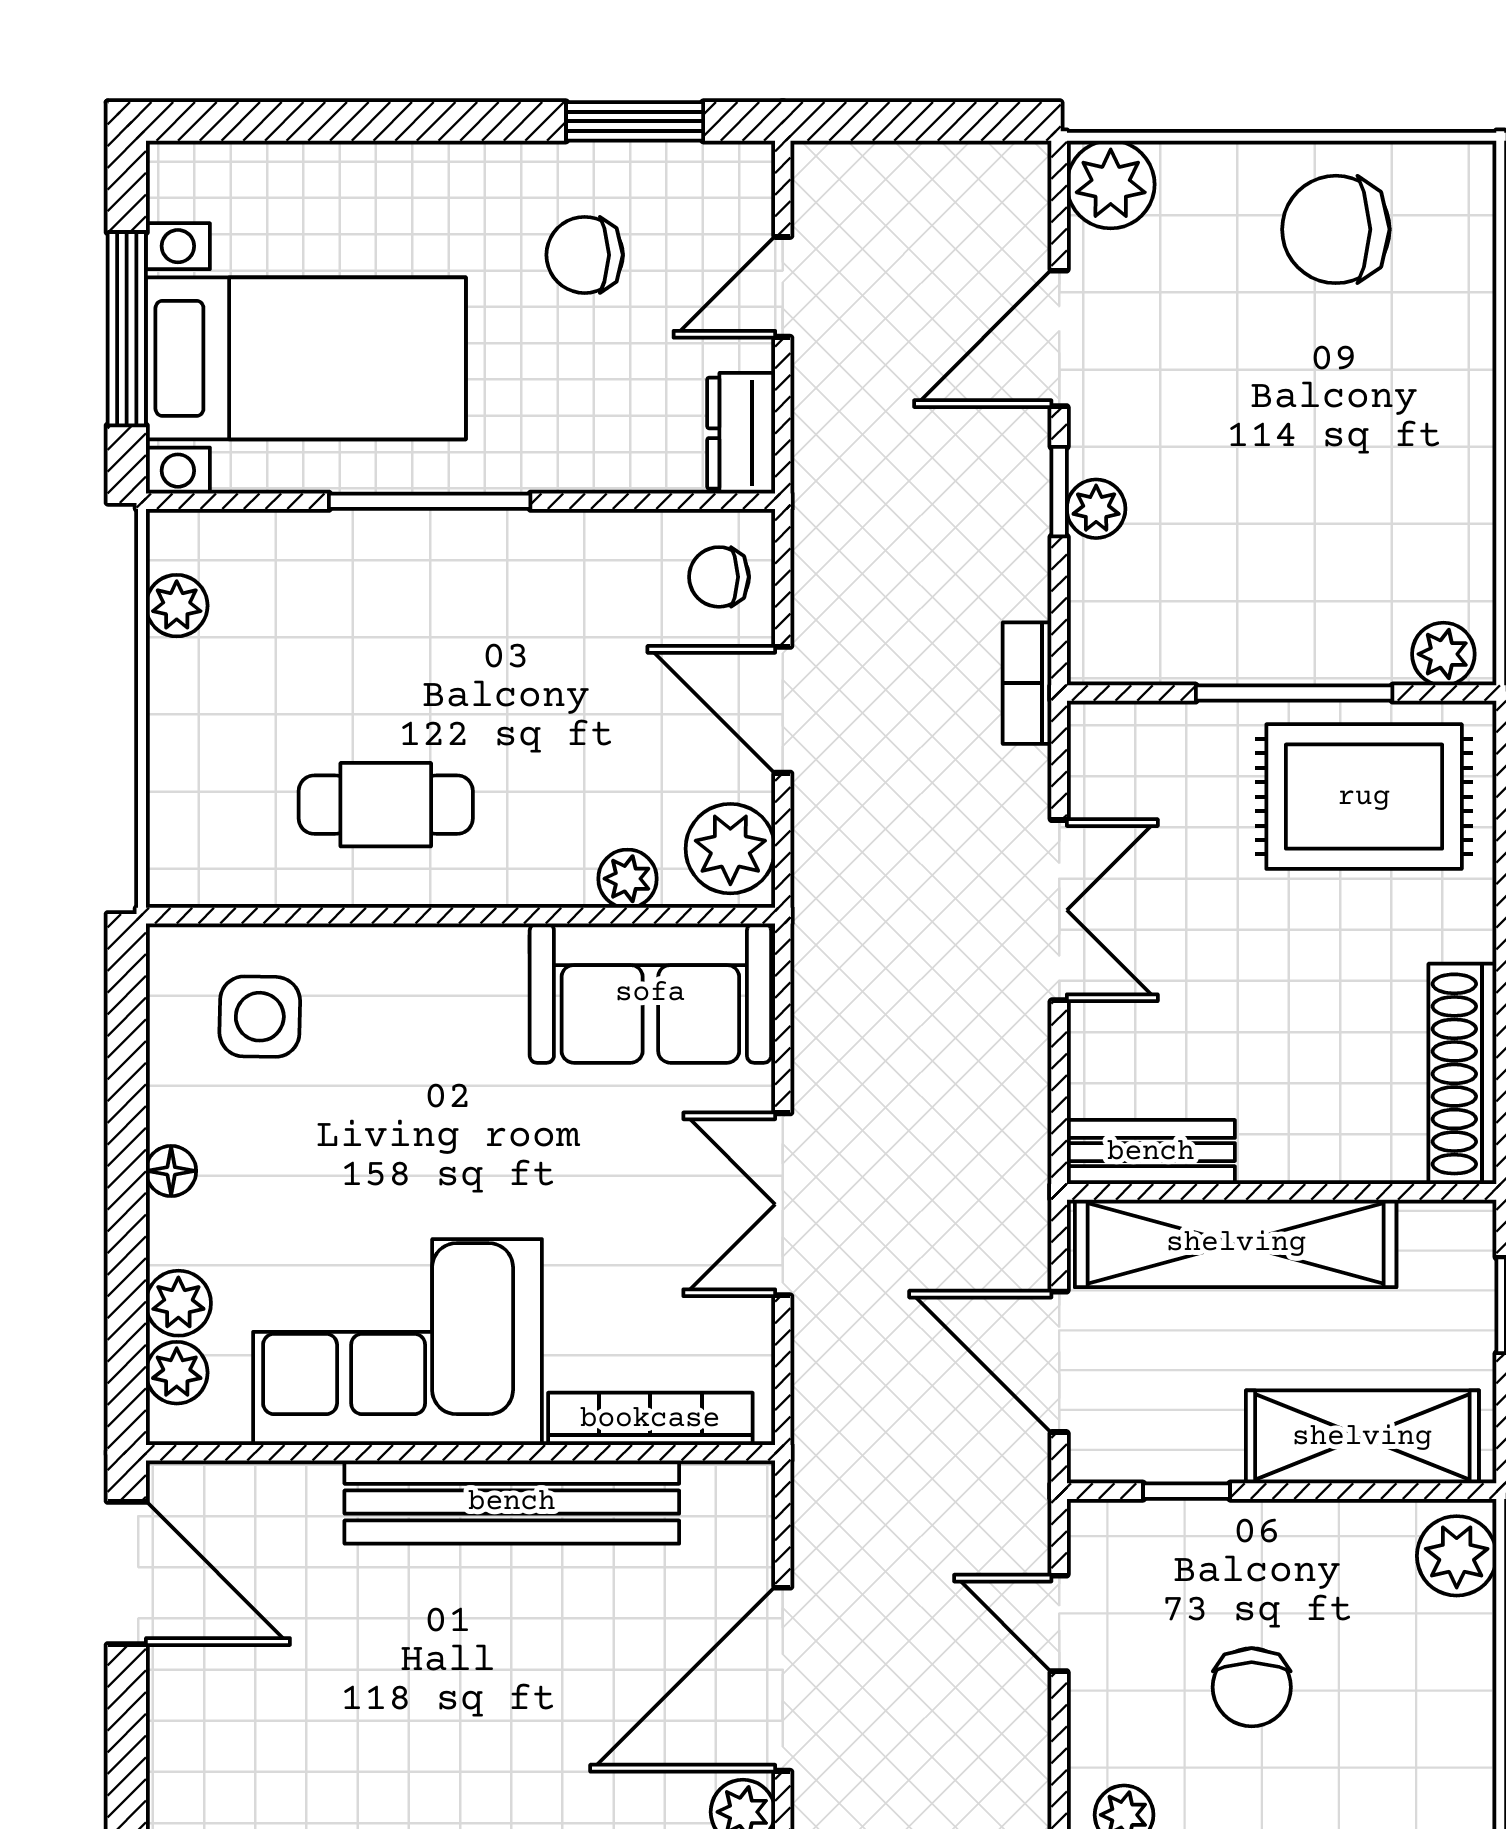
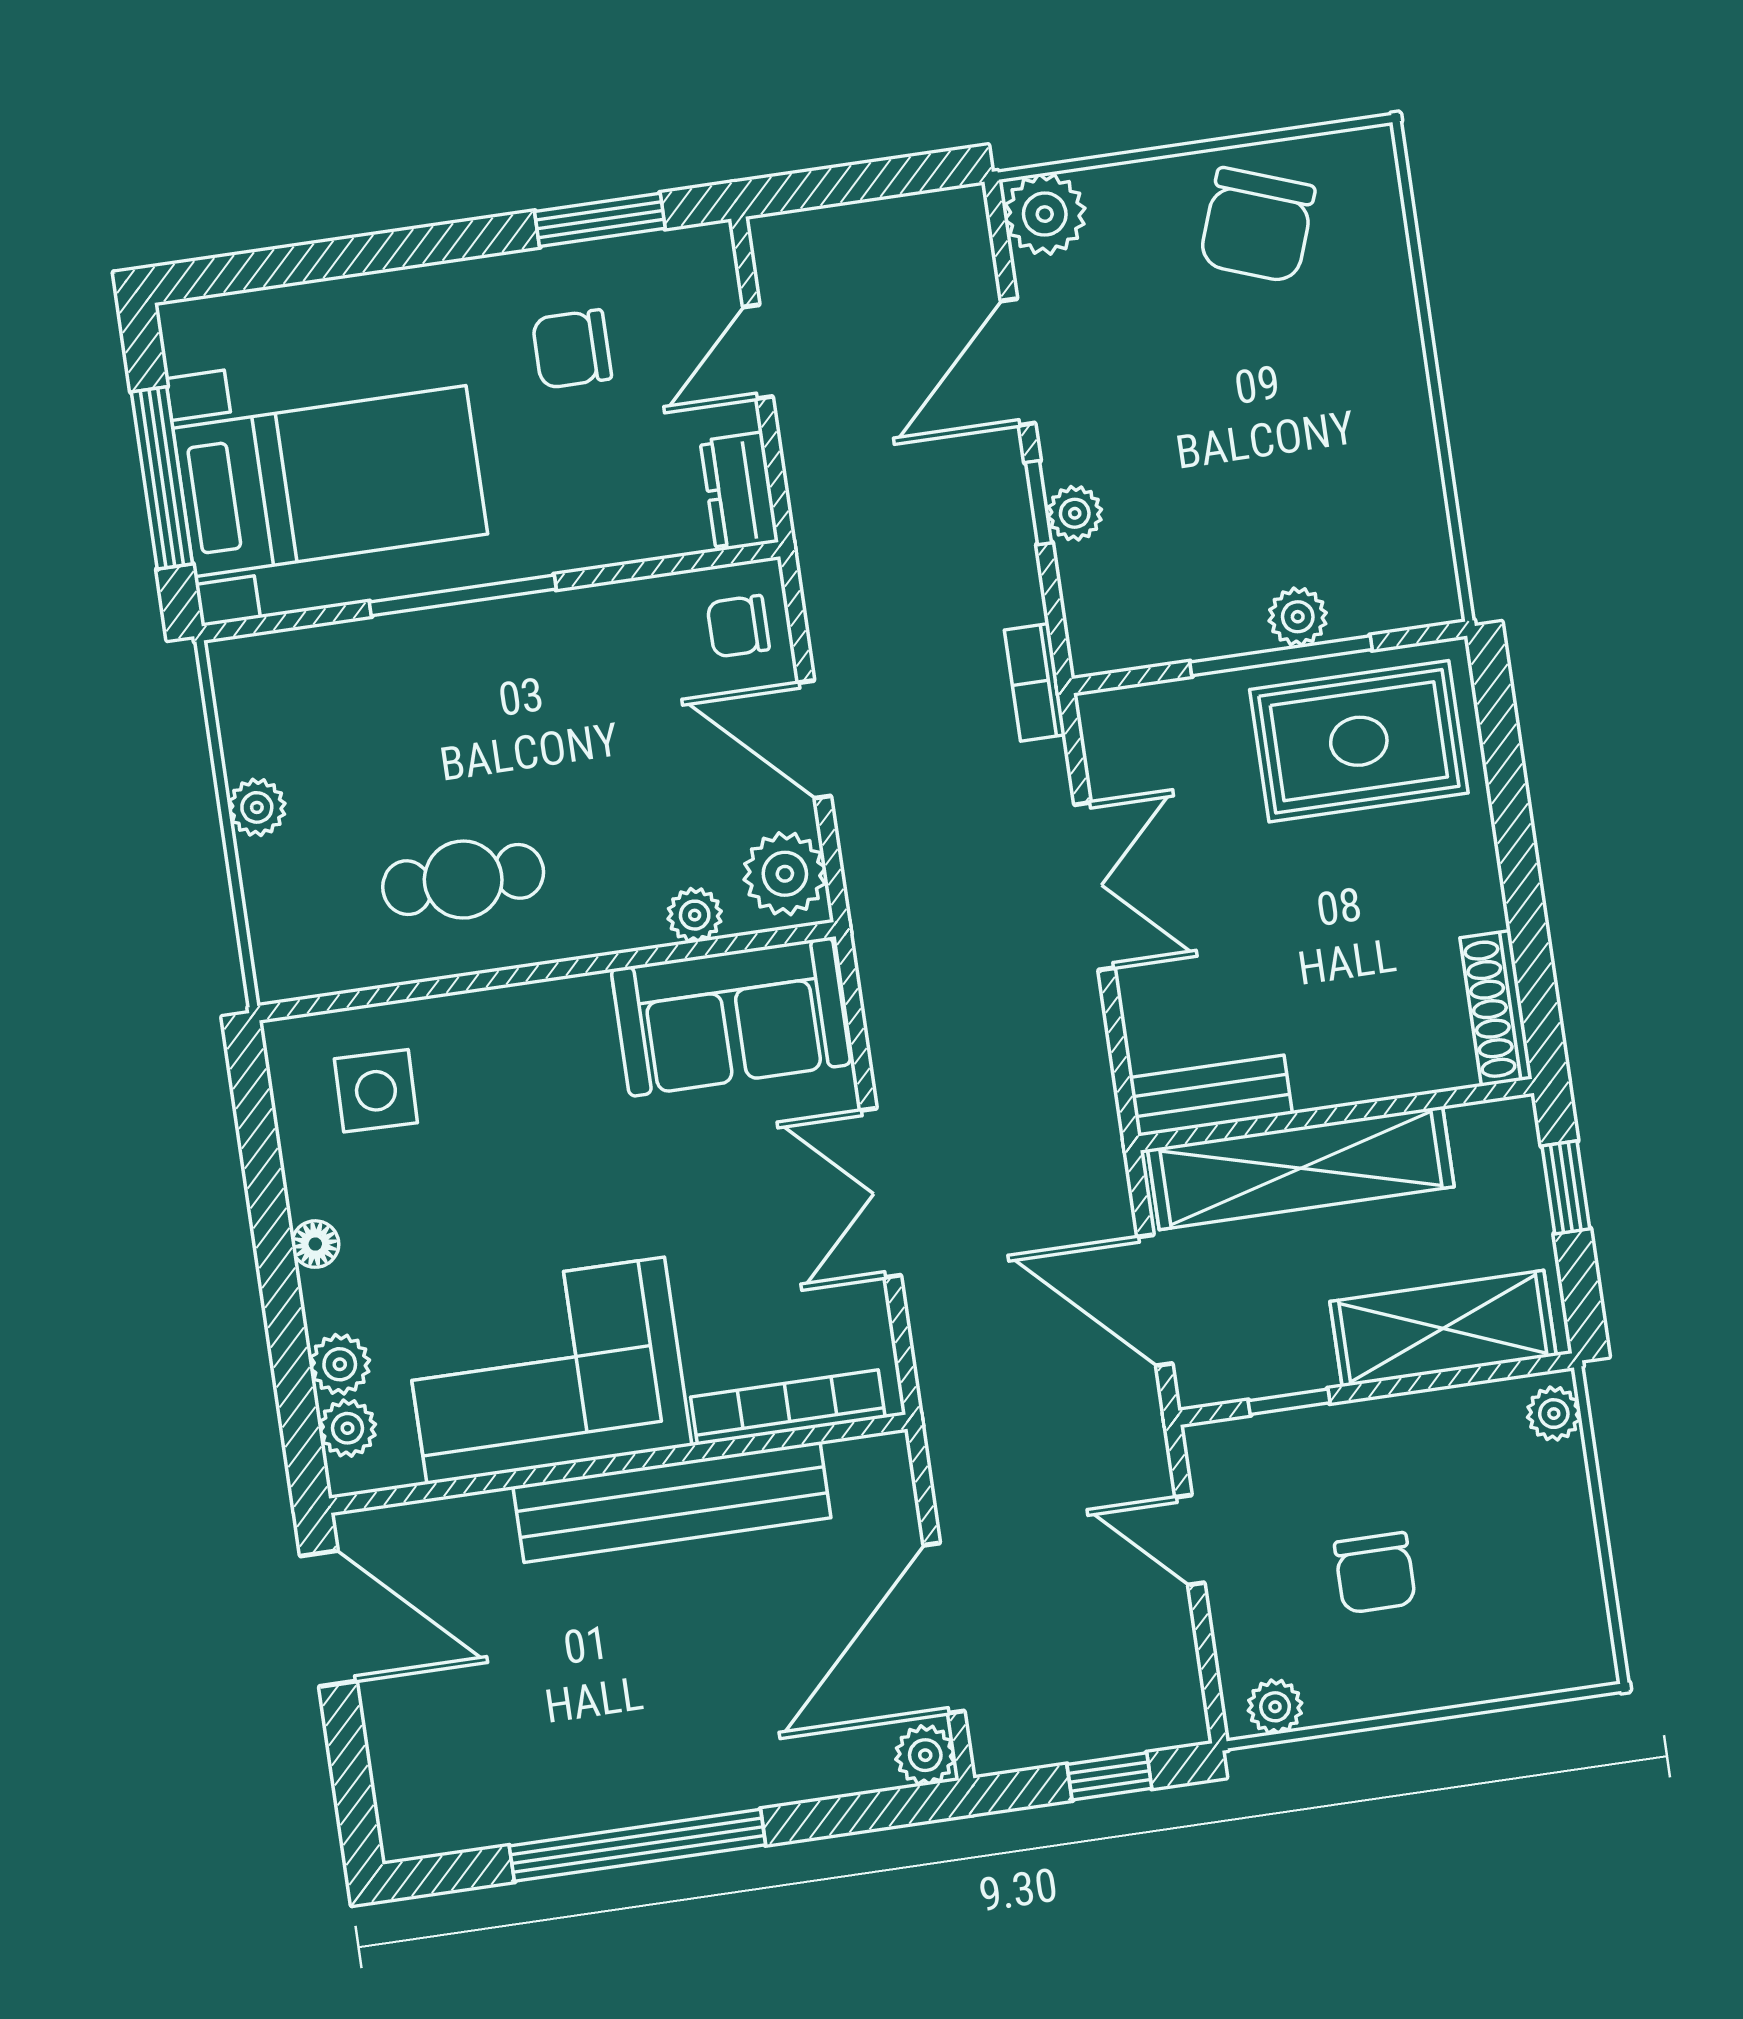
chair: (1336, 229) -> (1257, 225), turned -70
plant: (177, 606) -> (257, 807), moved
plant: (1443, 654) -> (1298, 617), moved
shoe rack: (1462, 1074) -> (1496, 1008), width x0.74, depth x0.81
plant: (1457, 1556) -> (1554, 1414), width x0.73, depth x0.73

